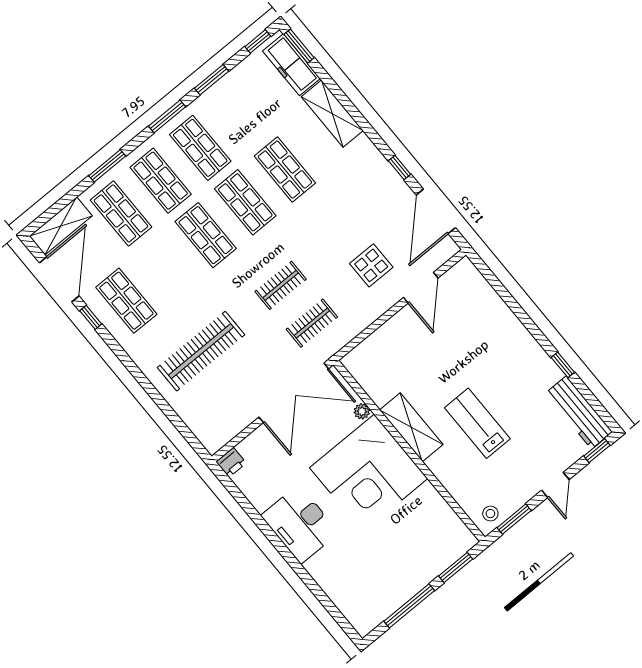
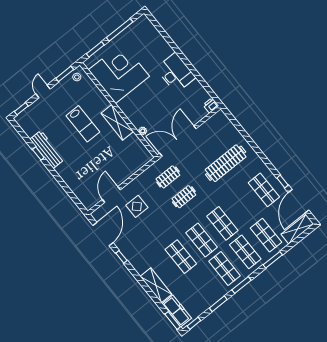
workbench: (579, 413) -> (47, 150), moved
corner desk: (369, 473) -> (119, 73), moved

